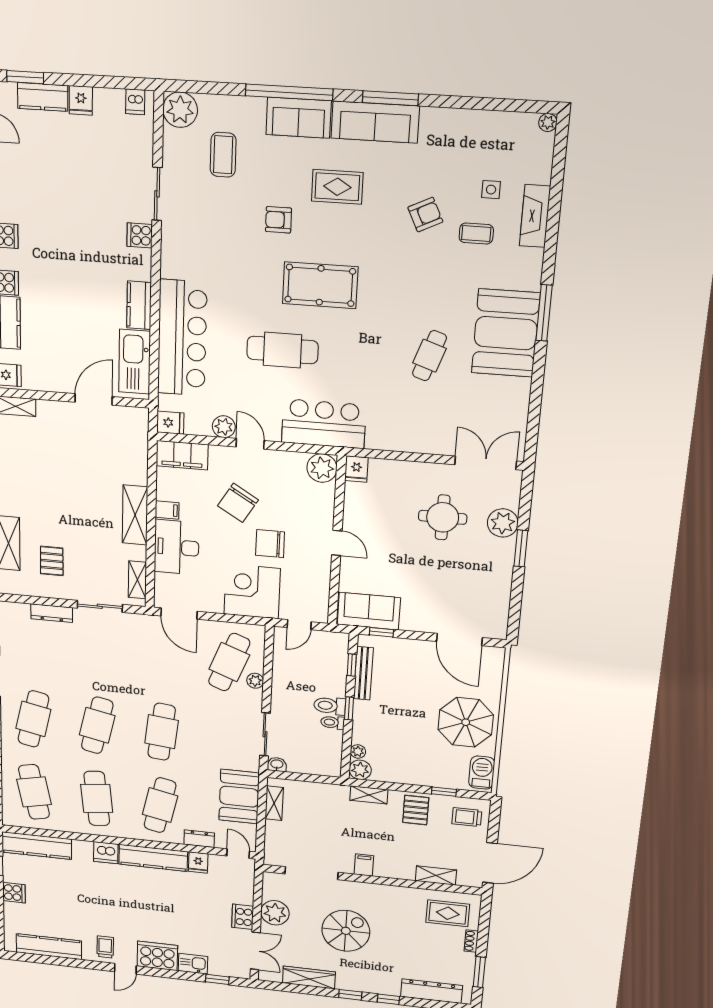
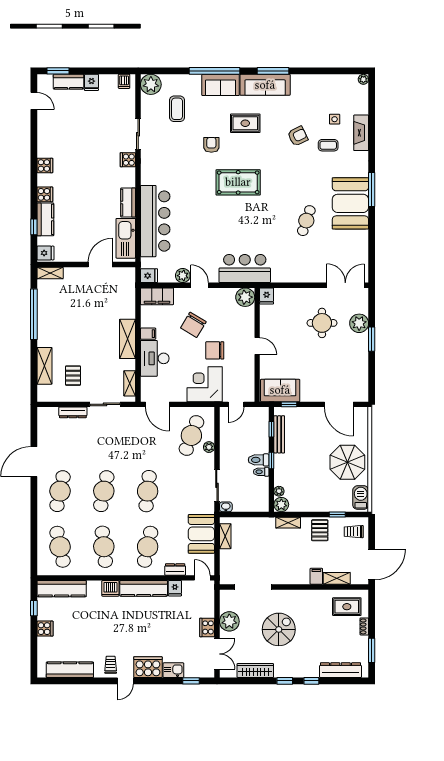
armchair: (278, 220) -> (211, 145), turned 90
cafe table: (282, 350) -> (217, 224), removed
filing cabinet: (364, 865) -> (316, 576), moved

